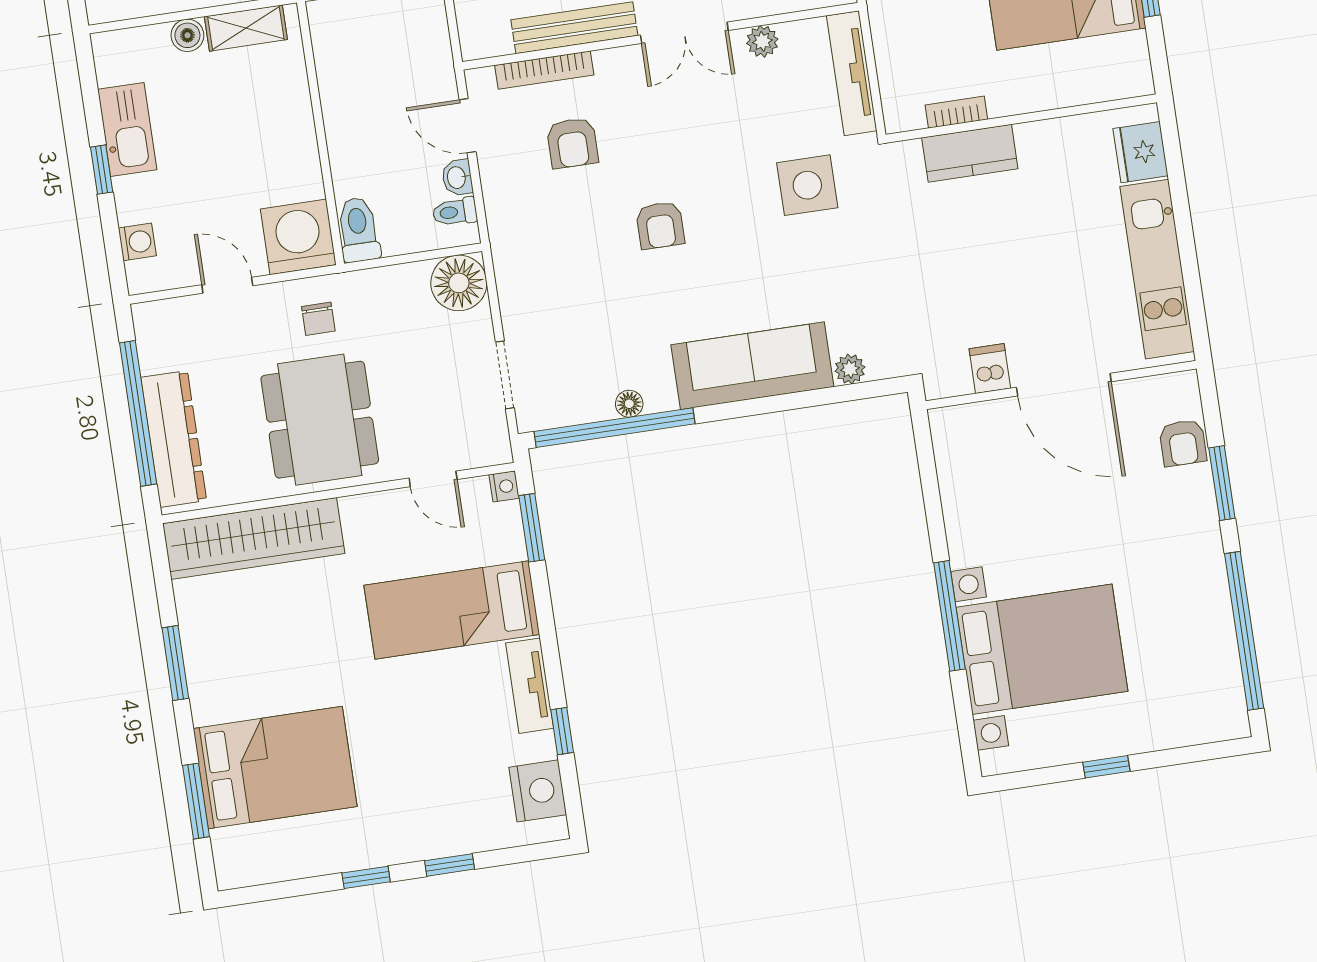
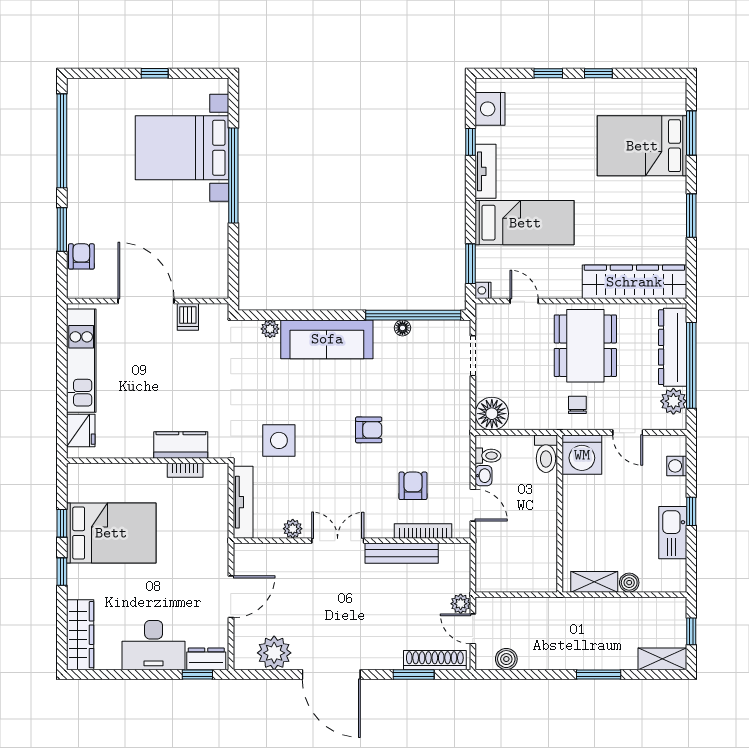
armchair: (660, 225) -> (369, 430), turned 90
plant: (159, 349) -> (673, 401), added
window: (949, 616) -> (233, 175), width x1.46

